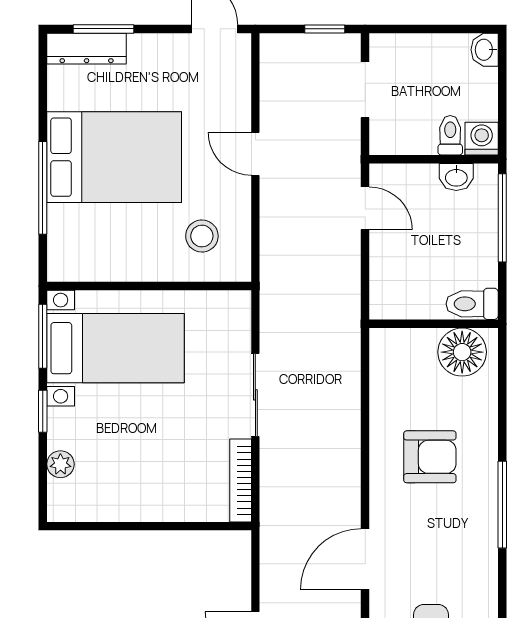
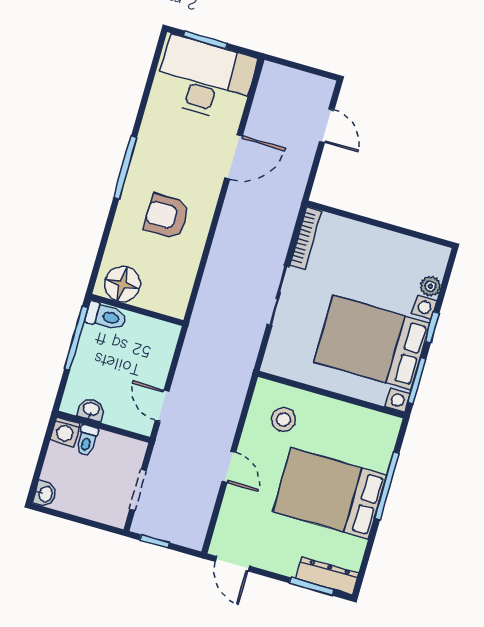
window: (502, 218) -> (76, 338), moved
bed with nightstands: (115, 348) -> (372, 343), width x1.36

